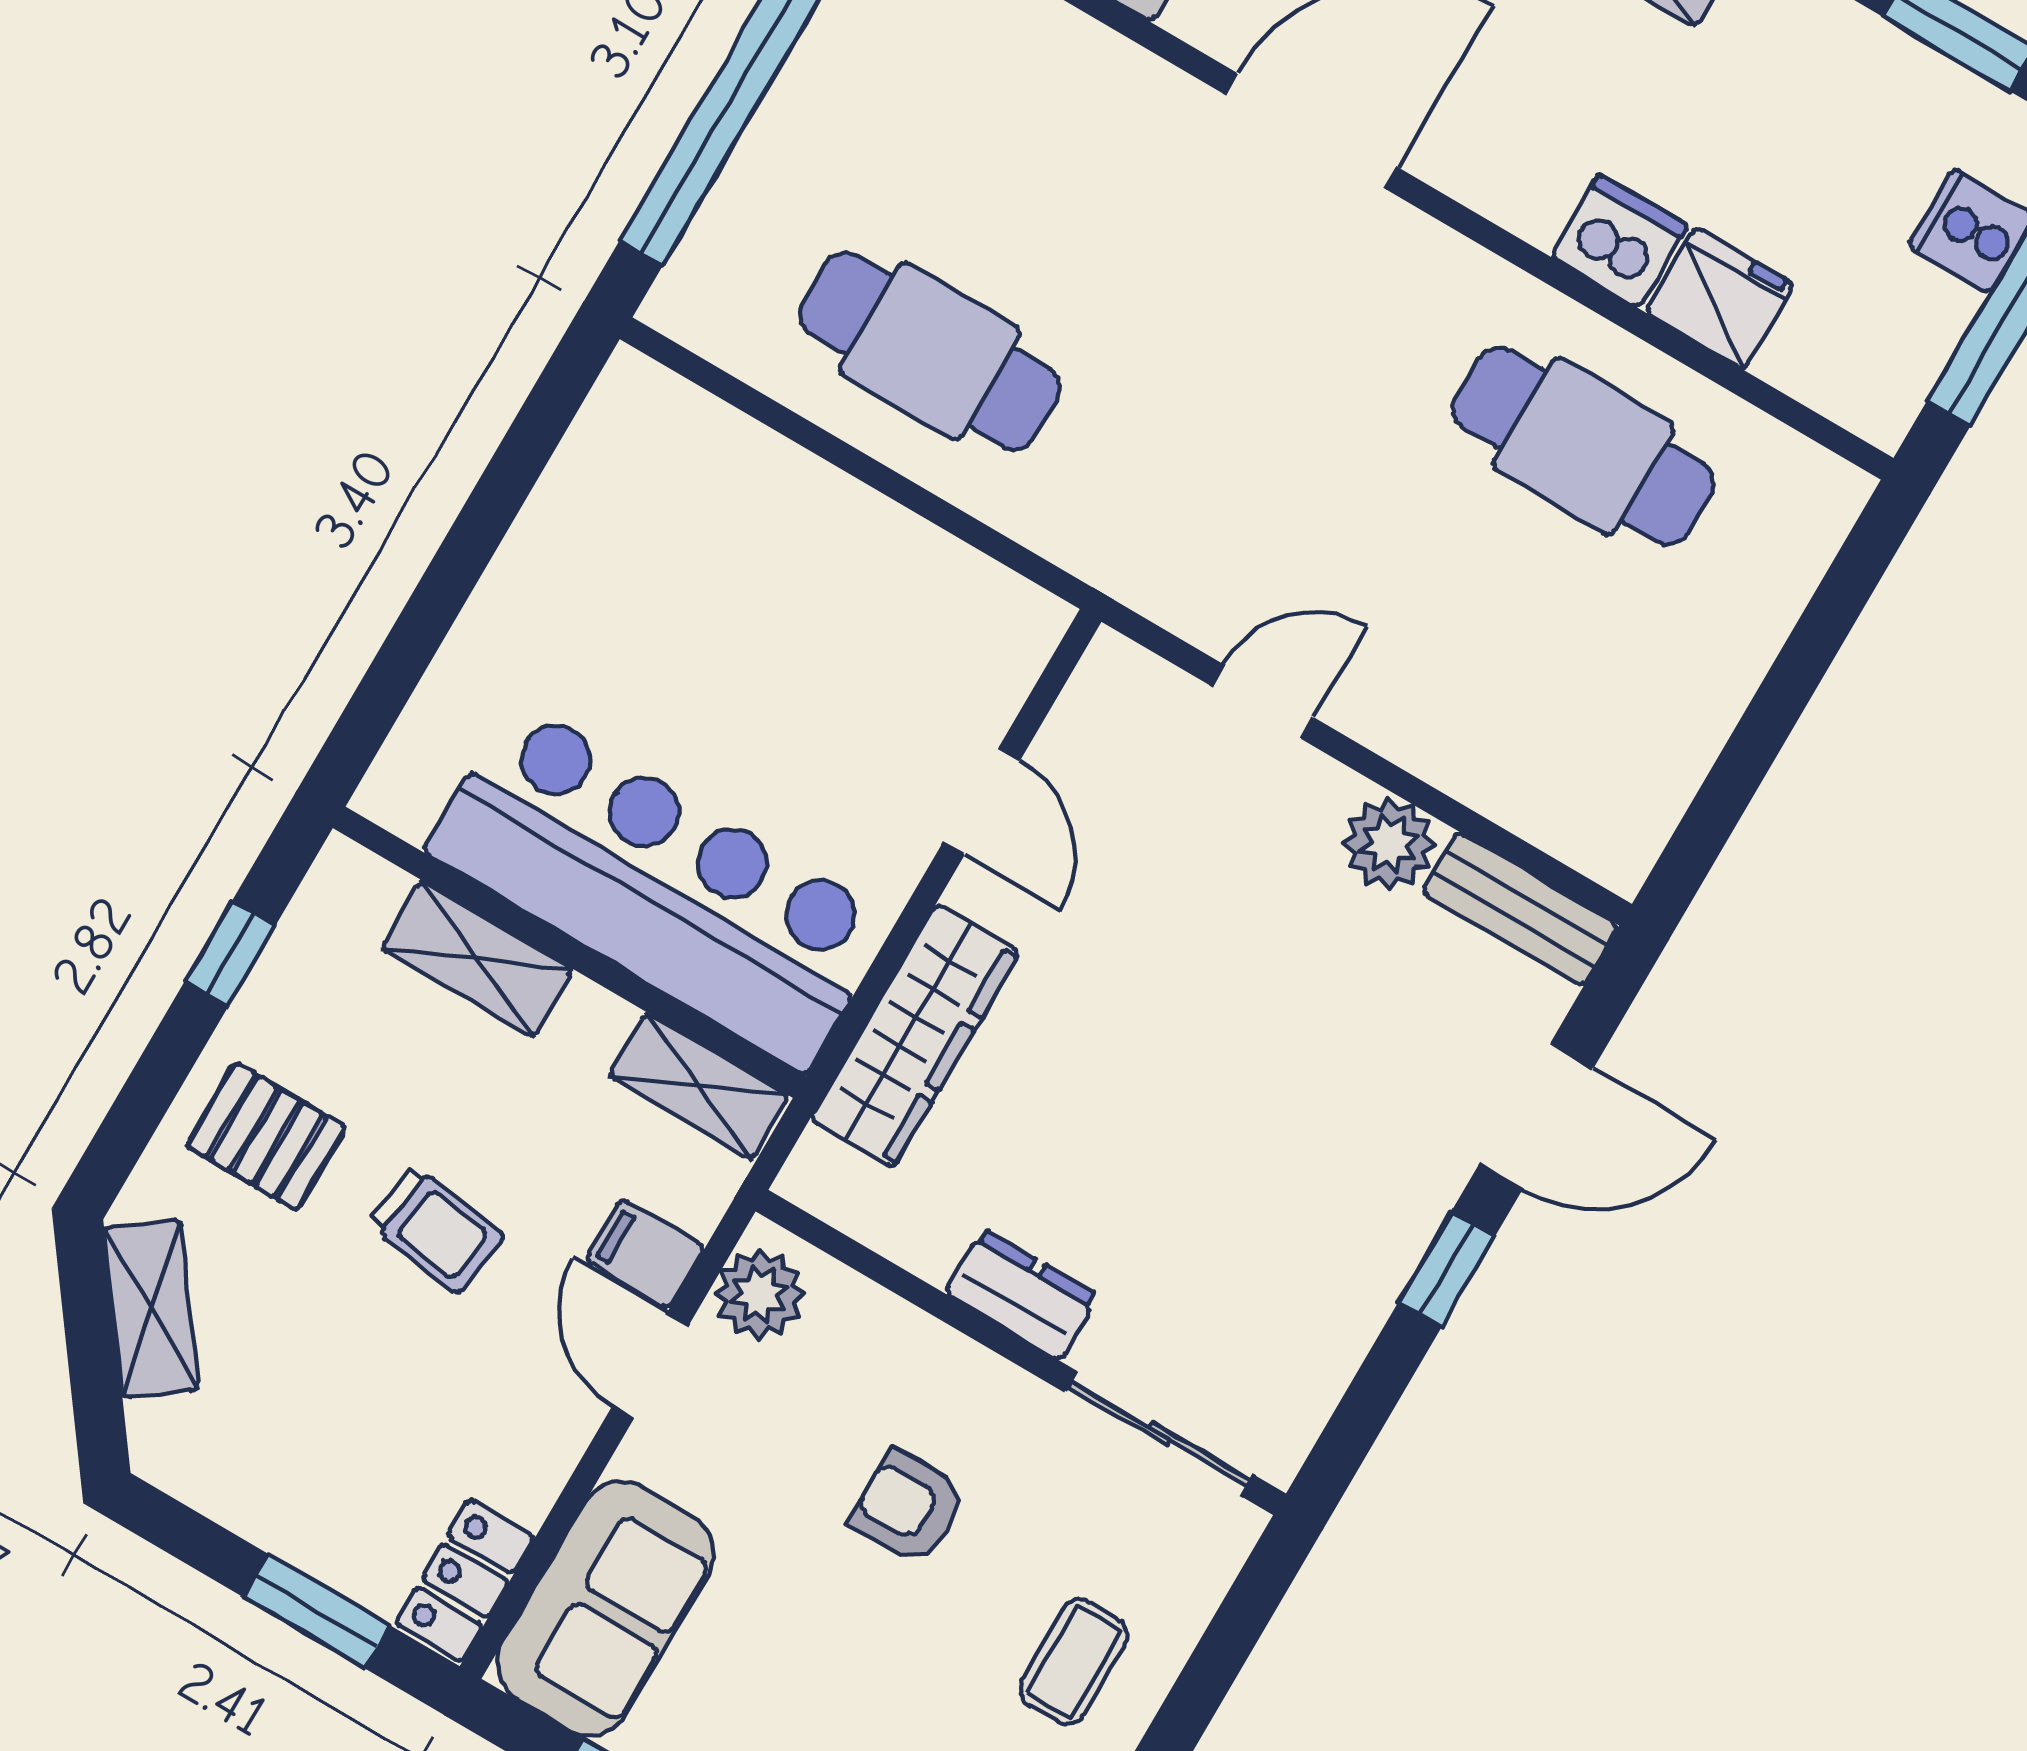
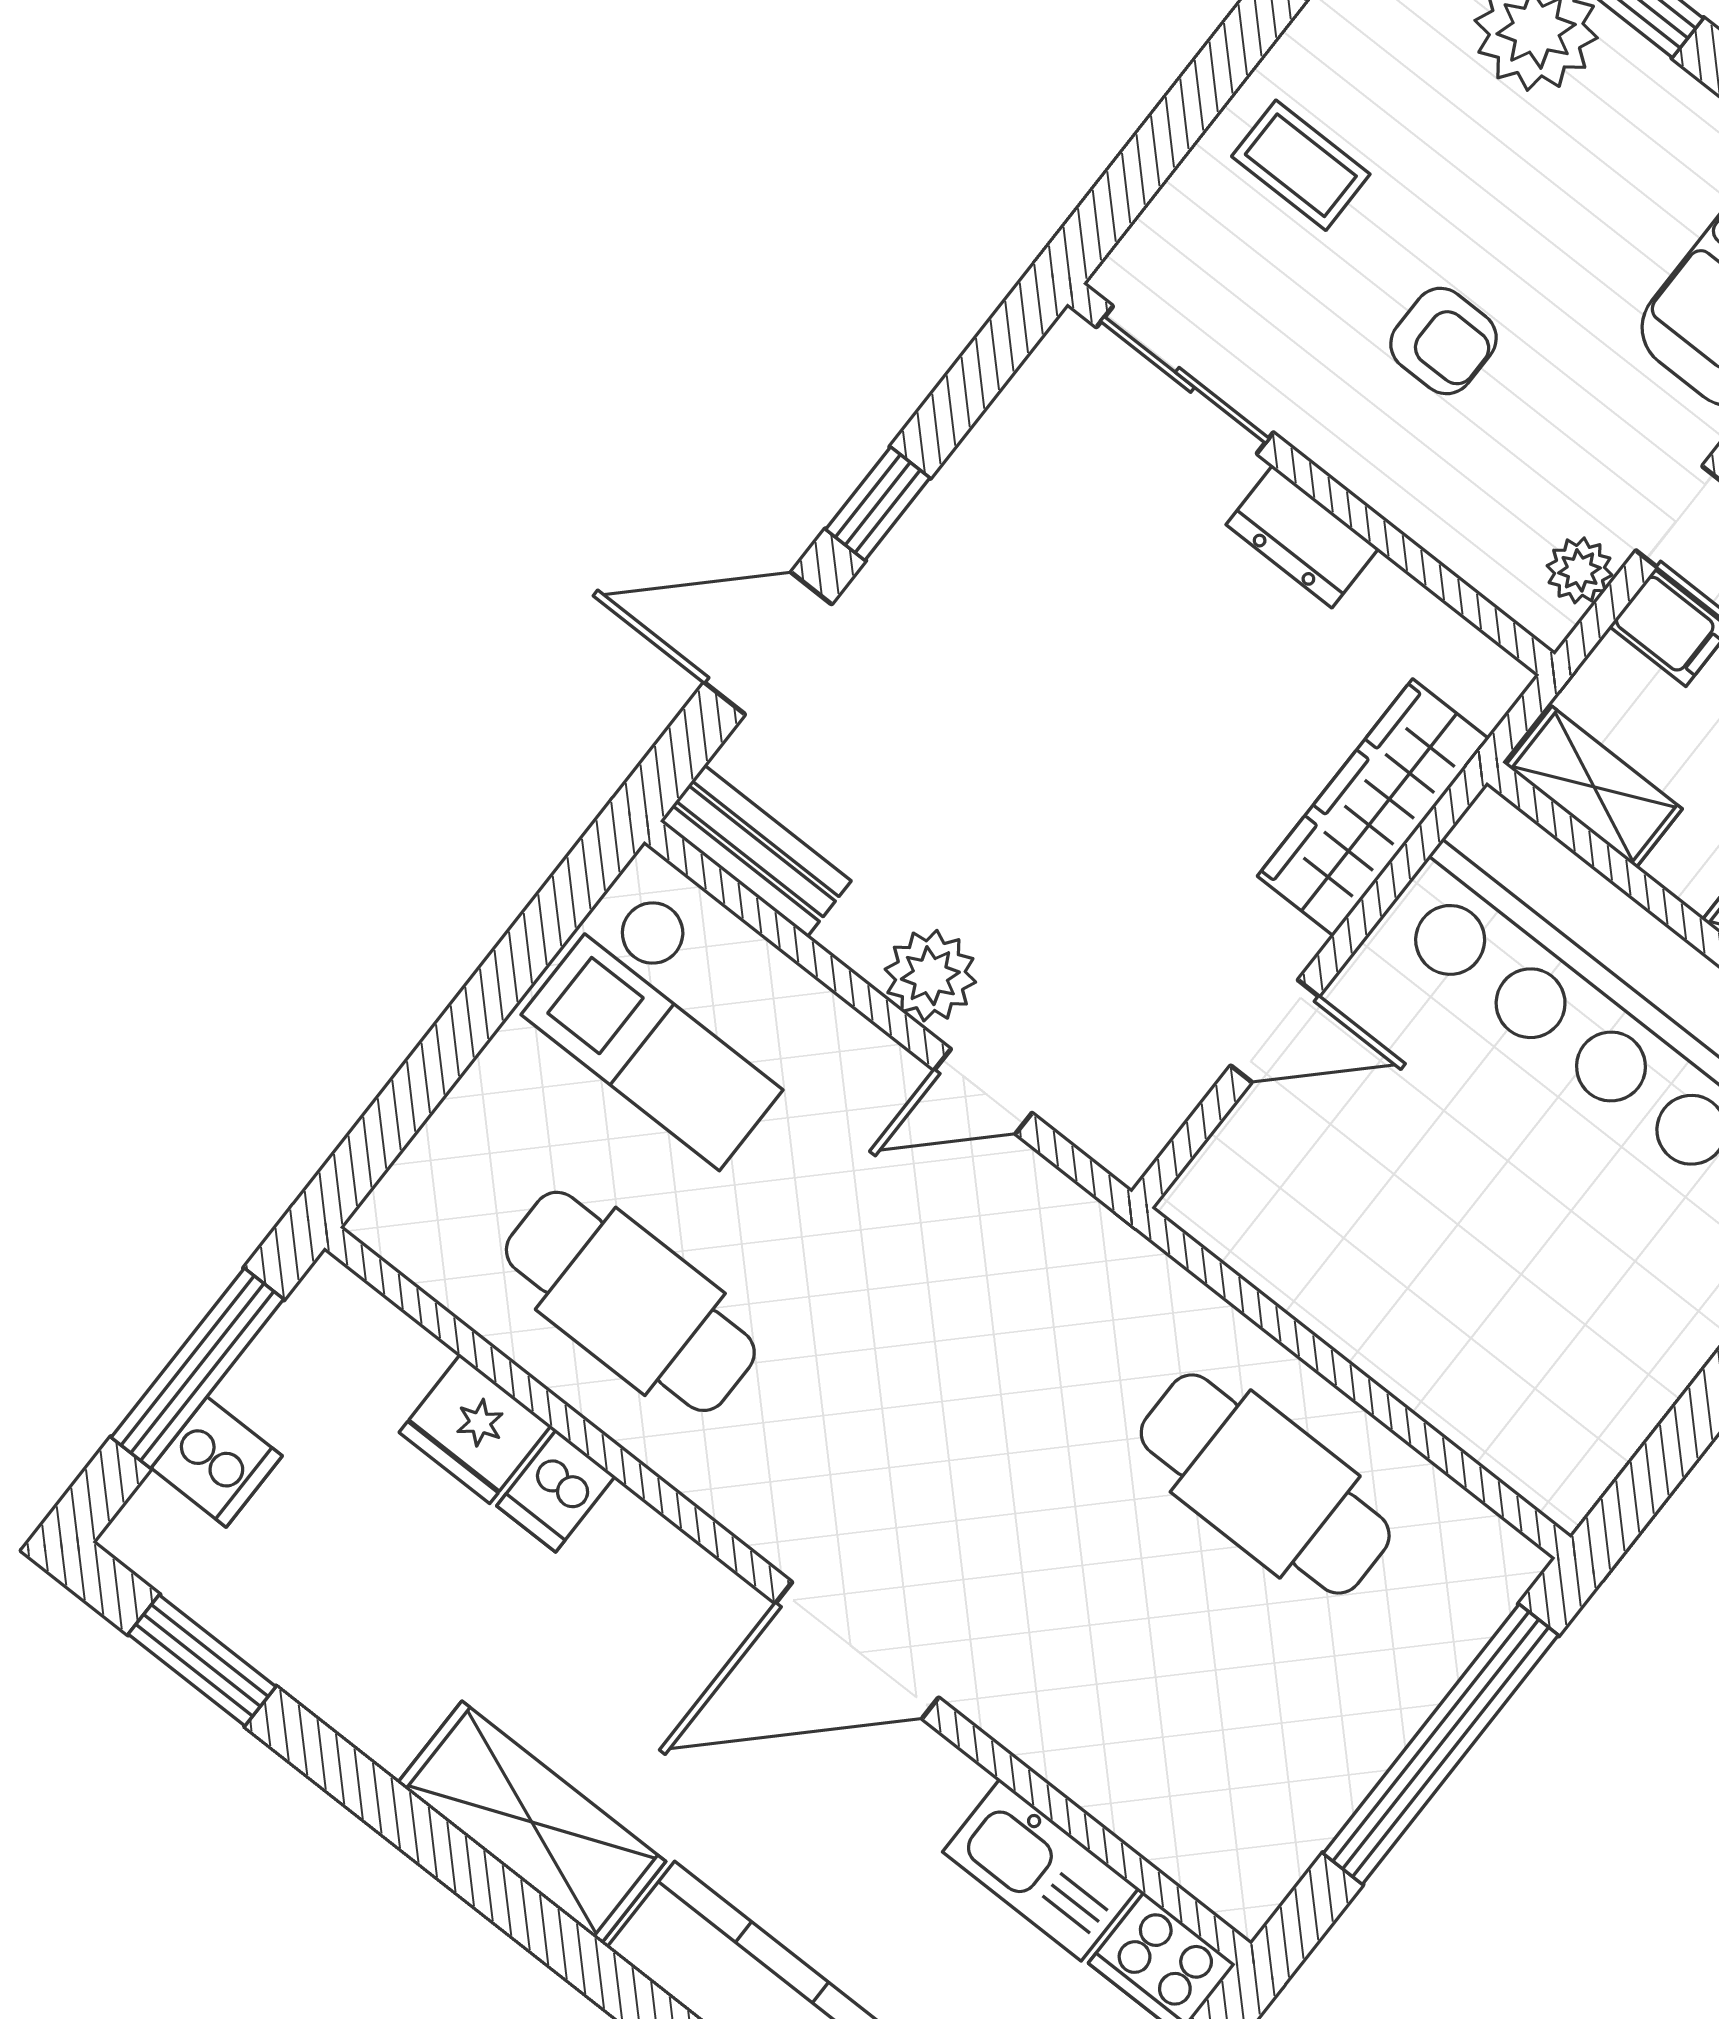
dishwasher: (1619, 241) -> (556, 1491), width x0.73
checkout: (1577, 728) -> (675, 1023), added
door: (982, 801) -> (1275, 1031), swing flipped
plant: (1389, 844) -> (930, 976), moved
plant: (759, 1294) -> (1579, 570), width x0.73, depth x0.73
coffee table: (1073, 1662) -> (1301, 165), turned 90

